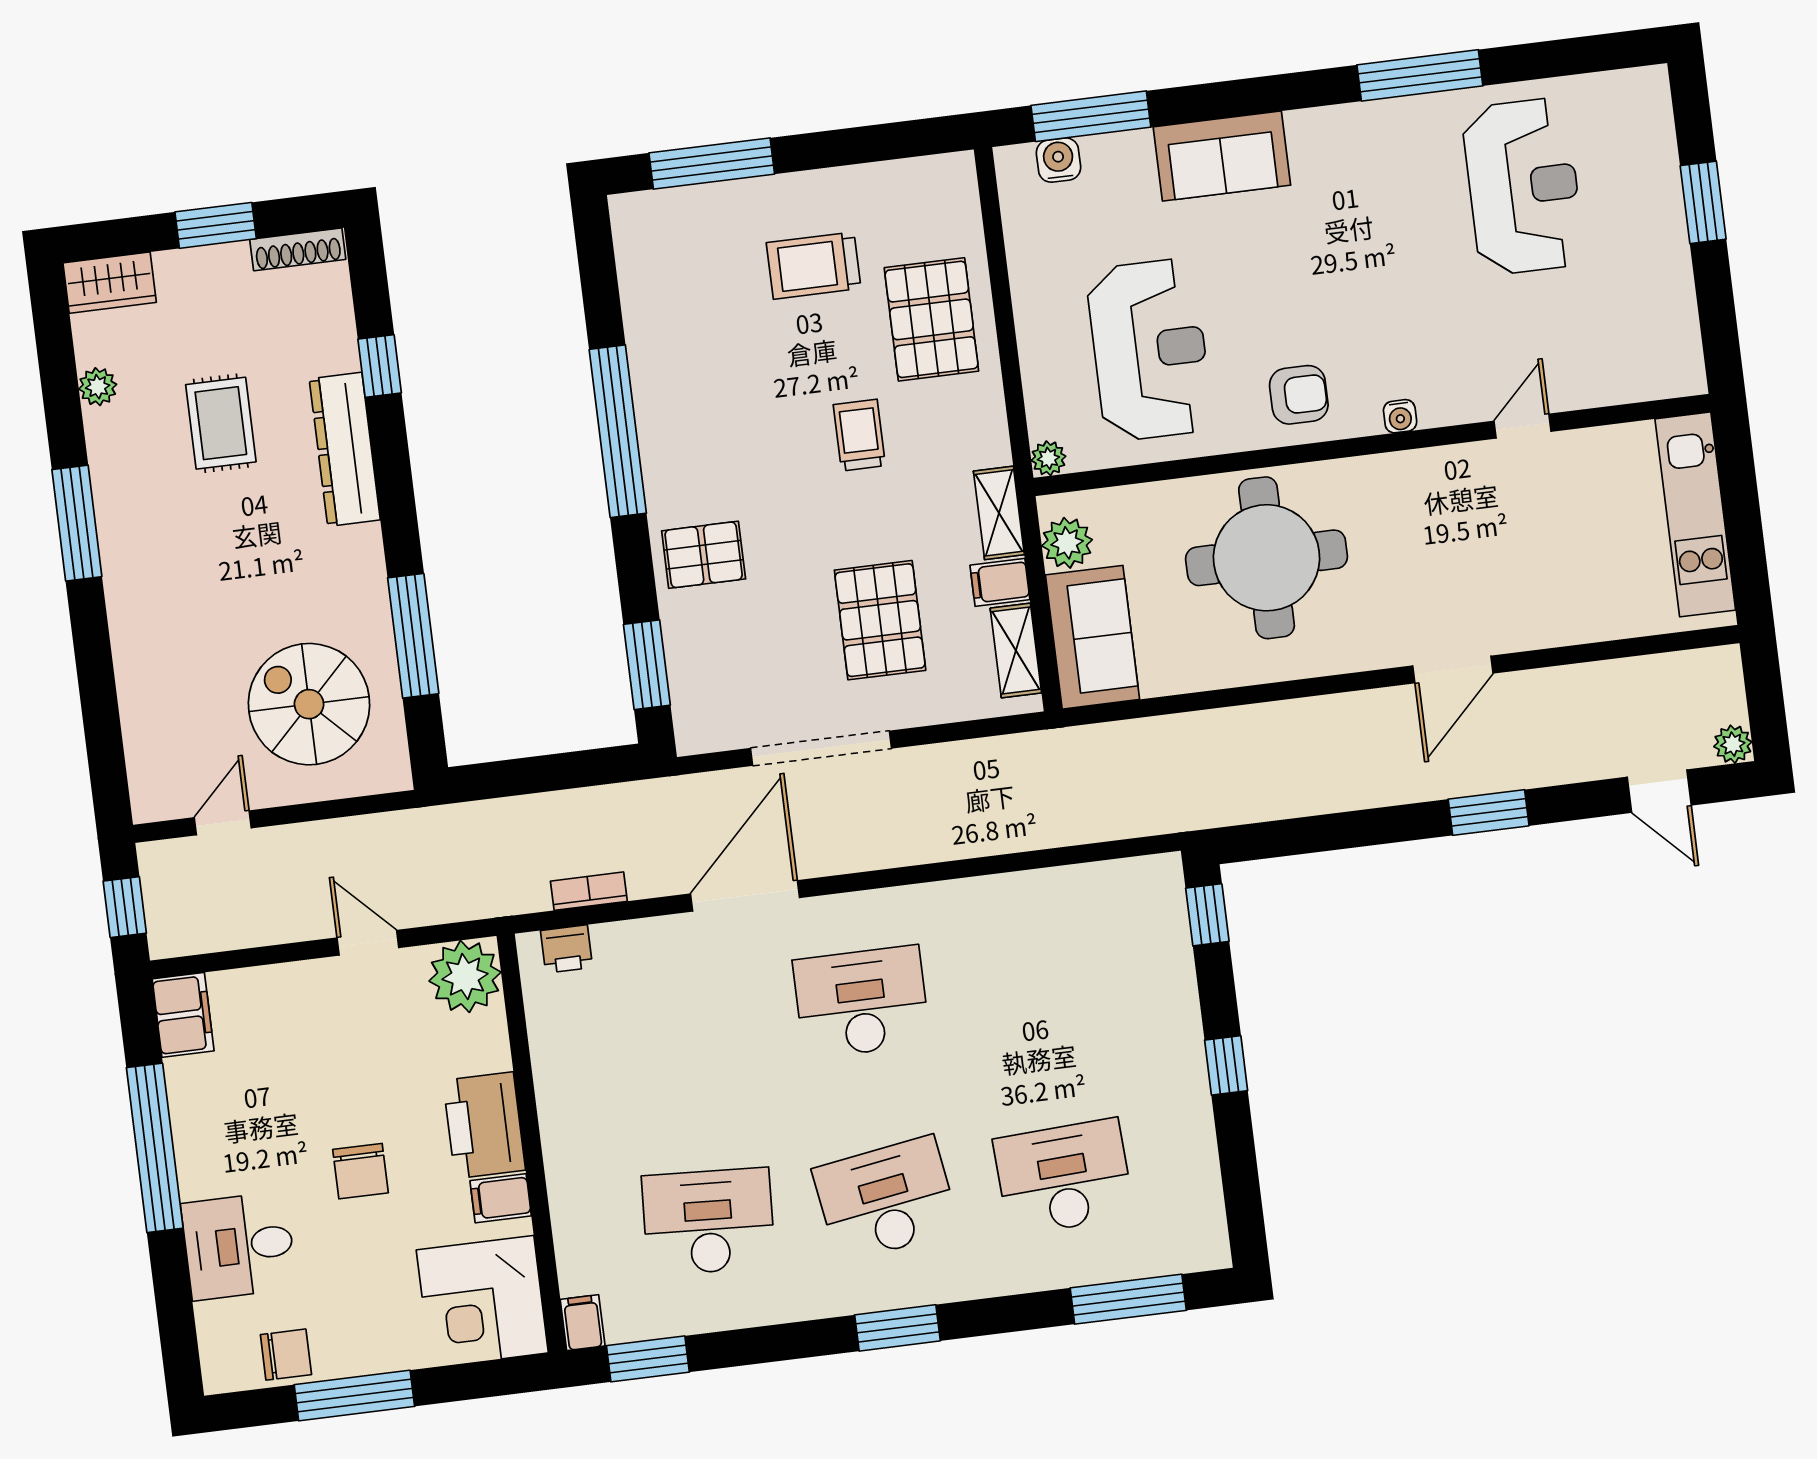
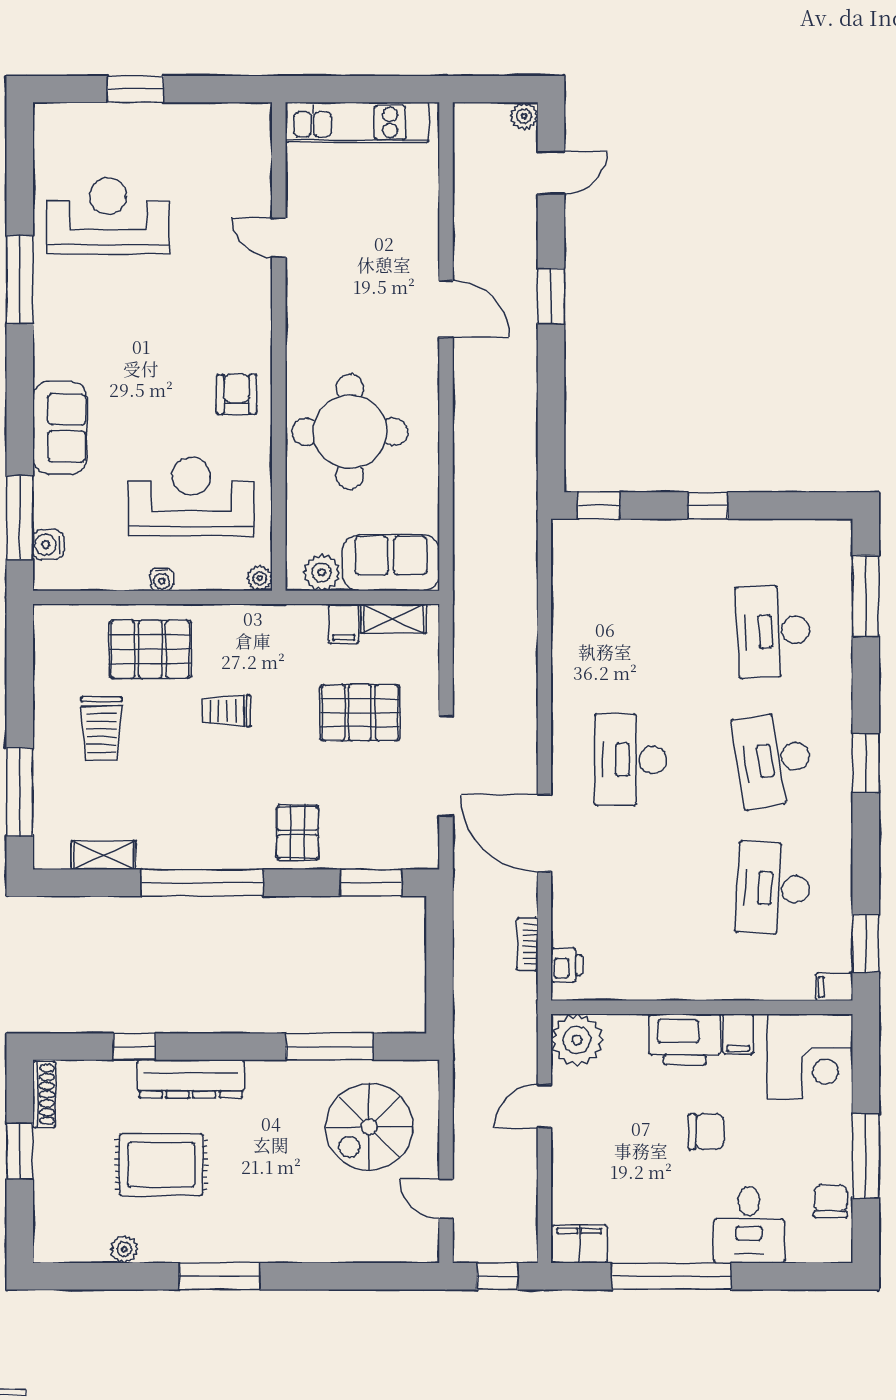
wardrobe: (110, 283) -> (51, 1232), removed
water cooler: (1400, 416) -> (162, 579), moved, turned 90
rug: (221, 423) -> (161, 1165), width x1.36, depth x1.43
shelving: (999, 513) -> (104, 855), moved

